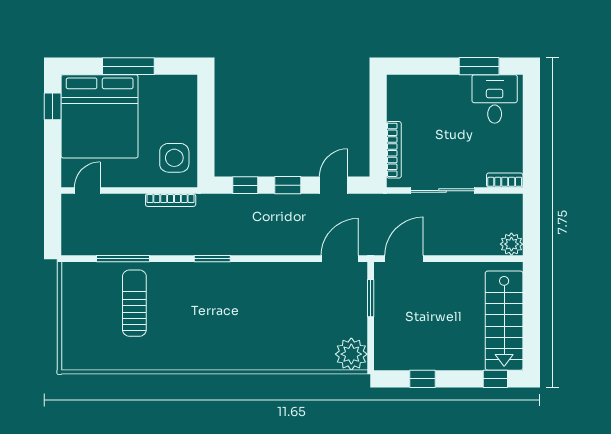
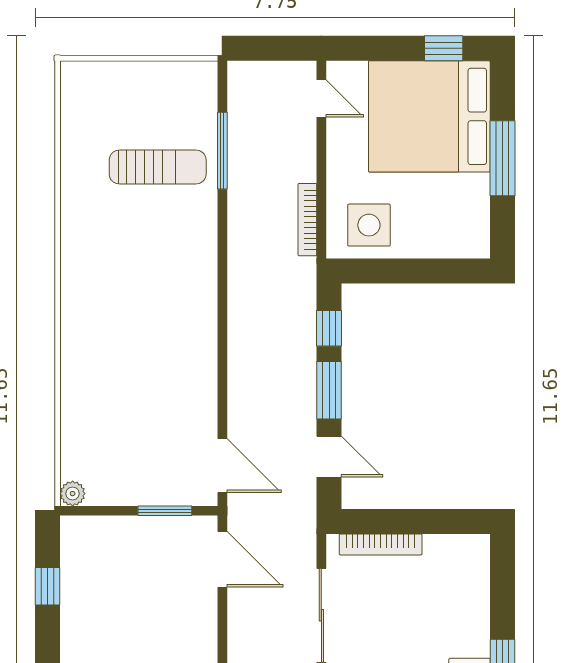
window: (288, 185) -> (329, 390), width x1.50
window: (212, 259) -> (222, 280), removed
plant: (351, 354) -> (73, 494), width x0.53, depth x0.53

